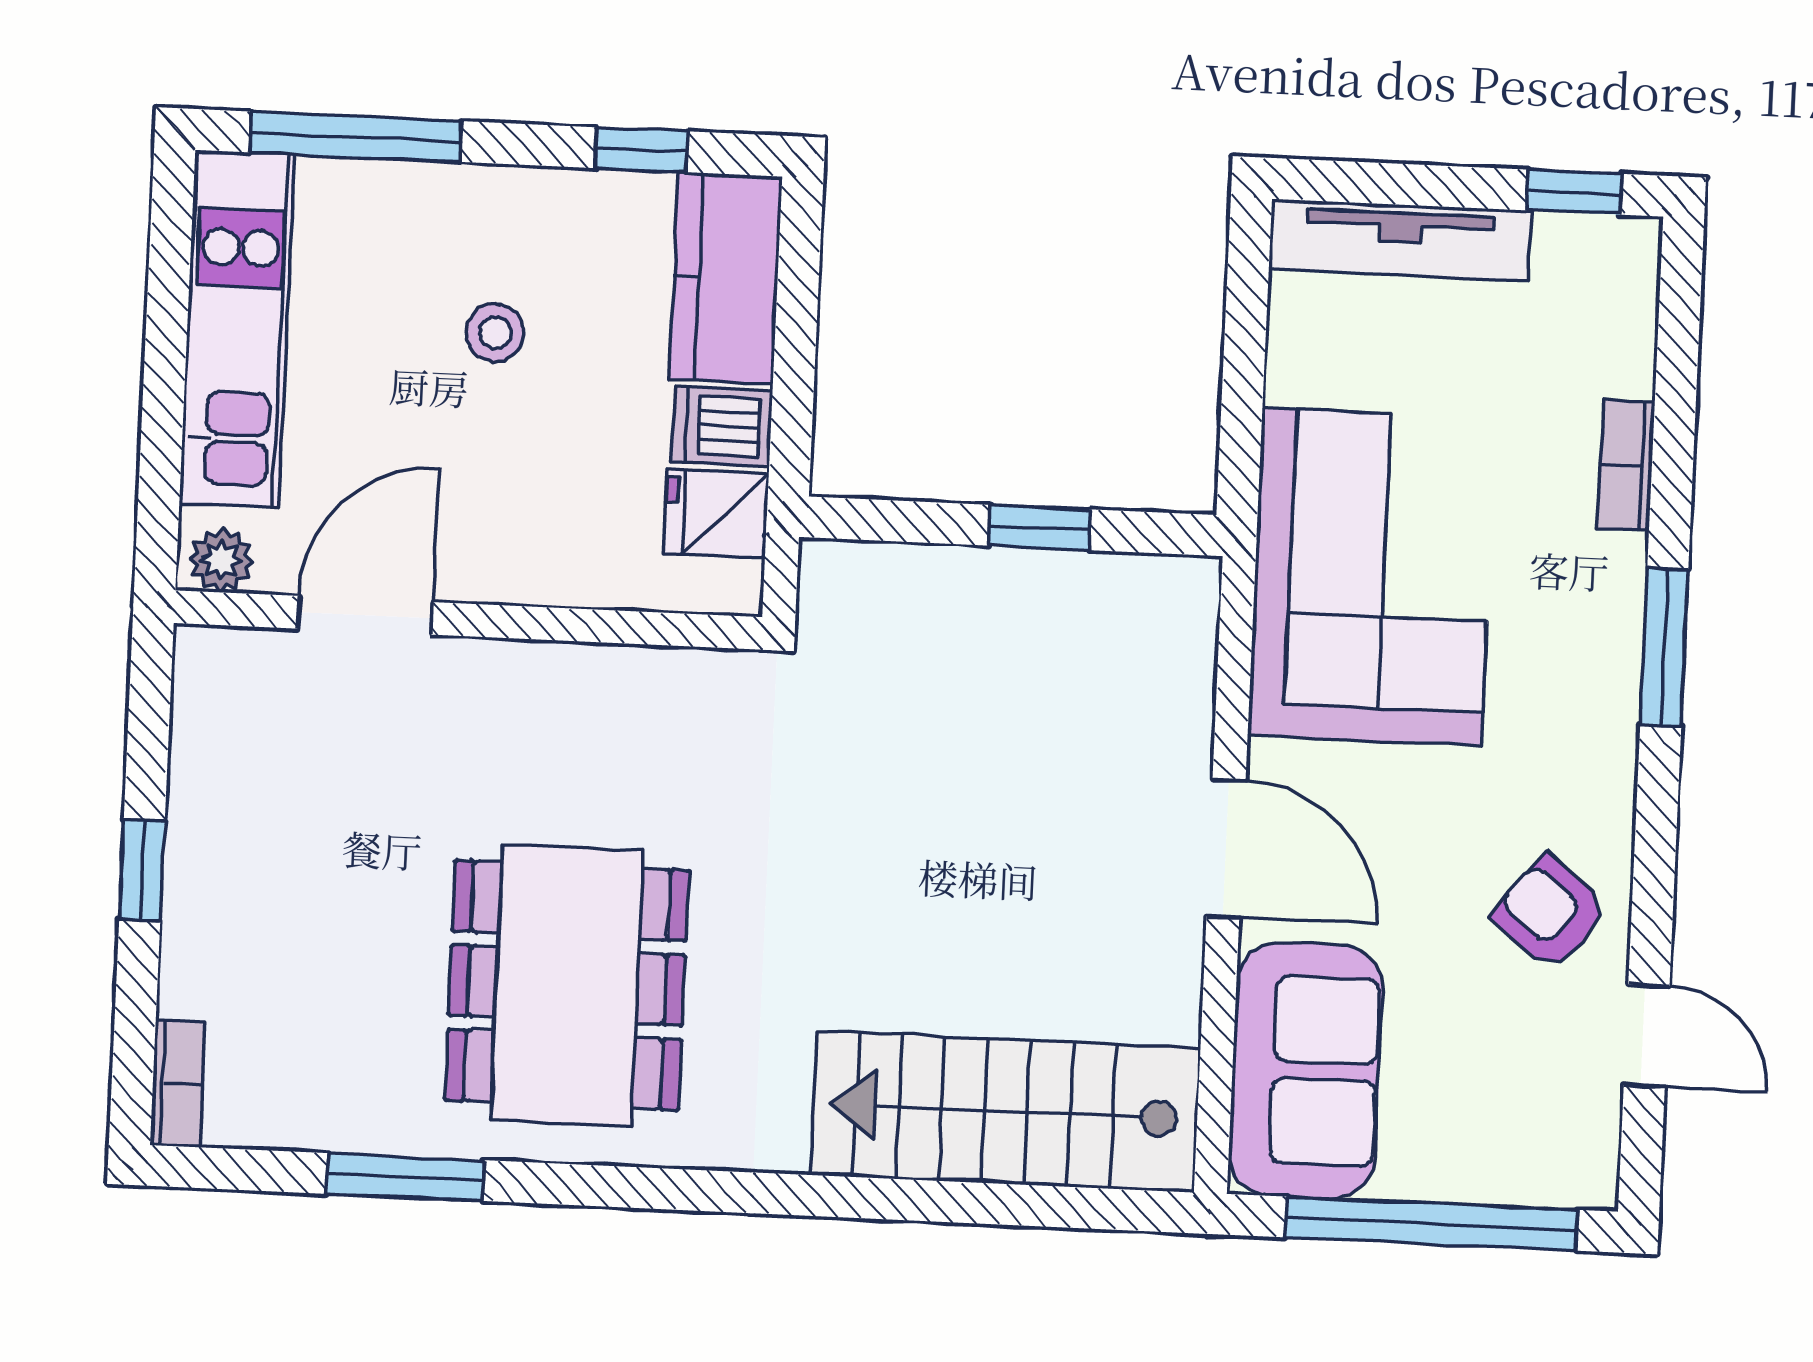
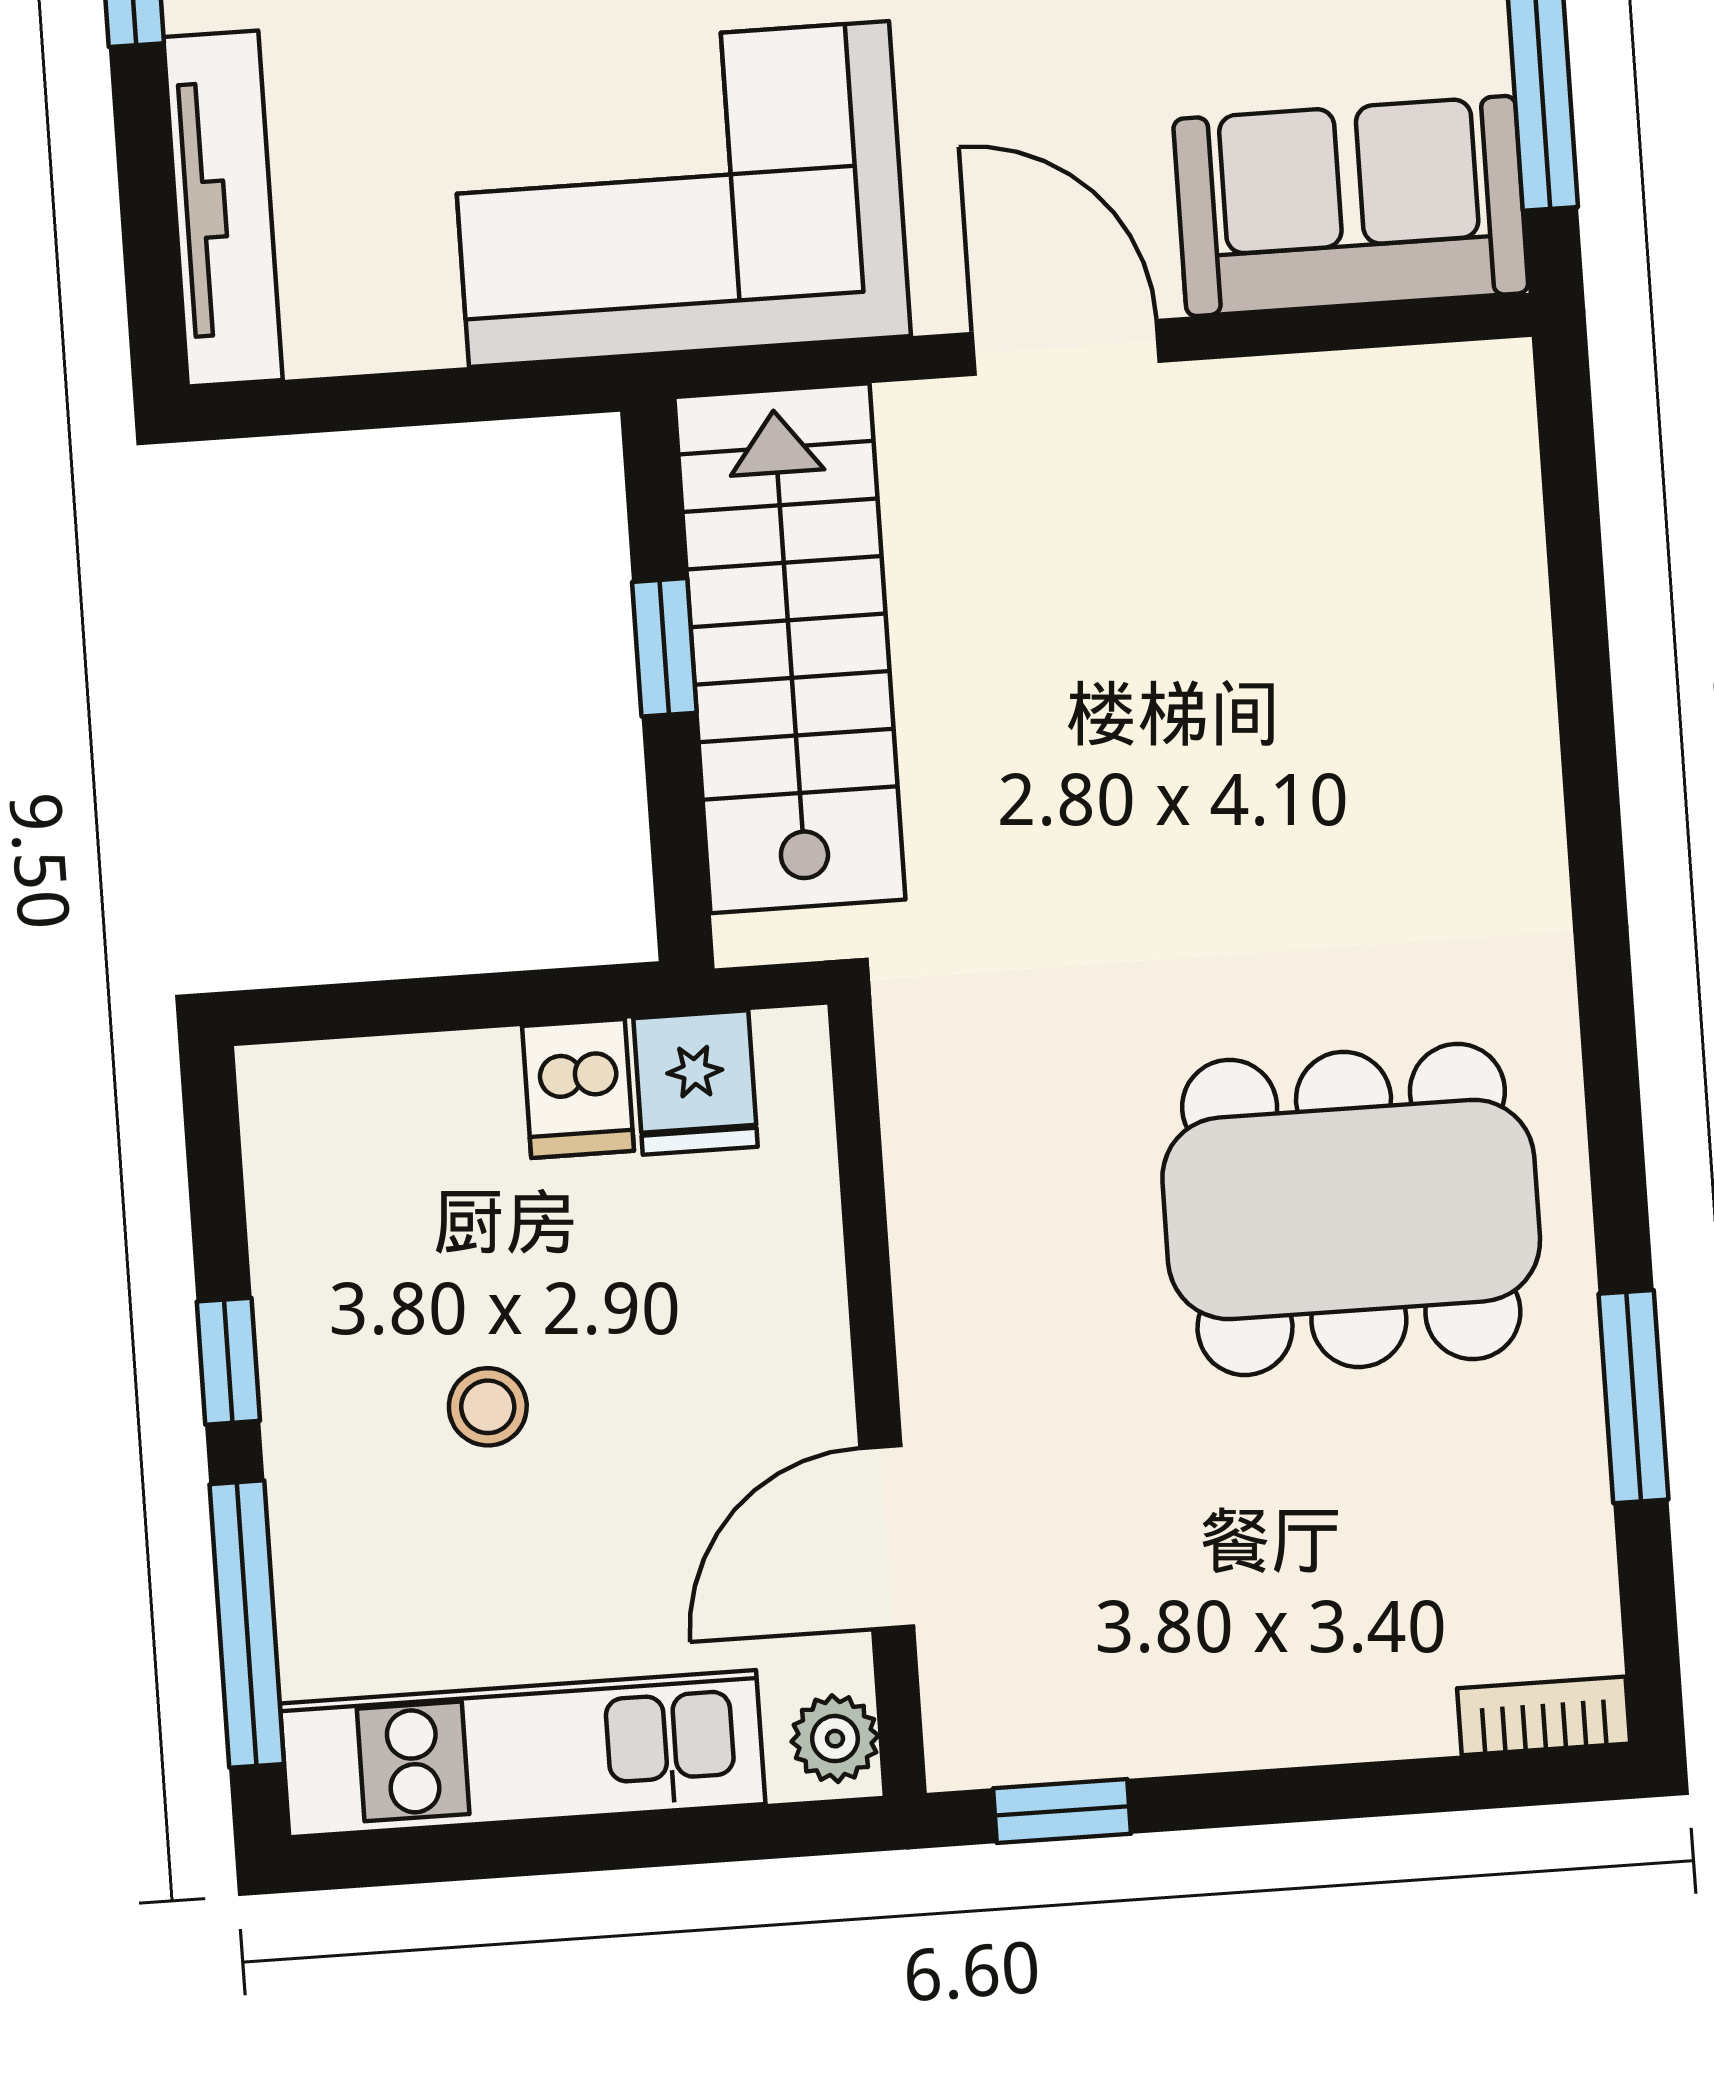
window: (642, 150) -> (228, 1361), moved
kitchen counter: (726, 278) -> (379, 1106), removed
door: (365, 615) -> (887, 1537), hinge flipped
door: (1226, 848) -> (1066, 347), hinge flipped
window: (142, 870) -> (1062, 1811), moved
stairs: (1006, 1111) -> (790, 648), moved, turned 180

